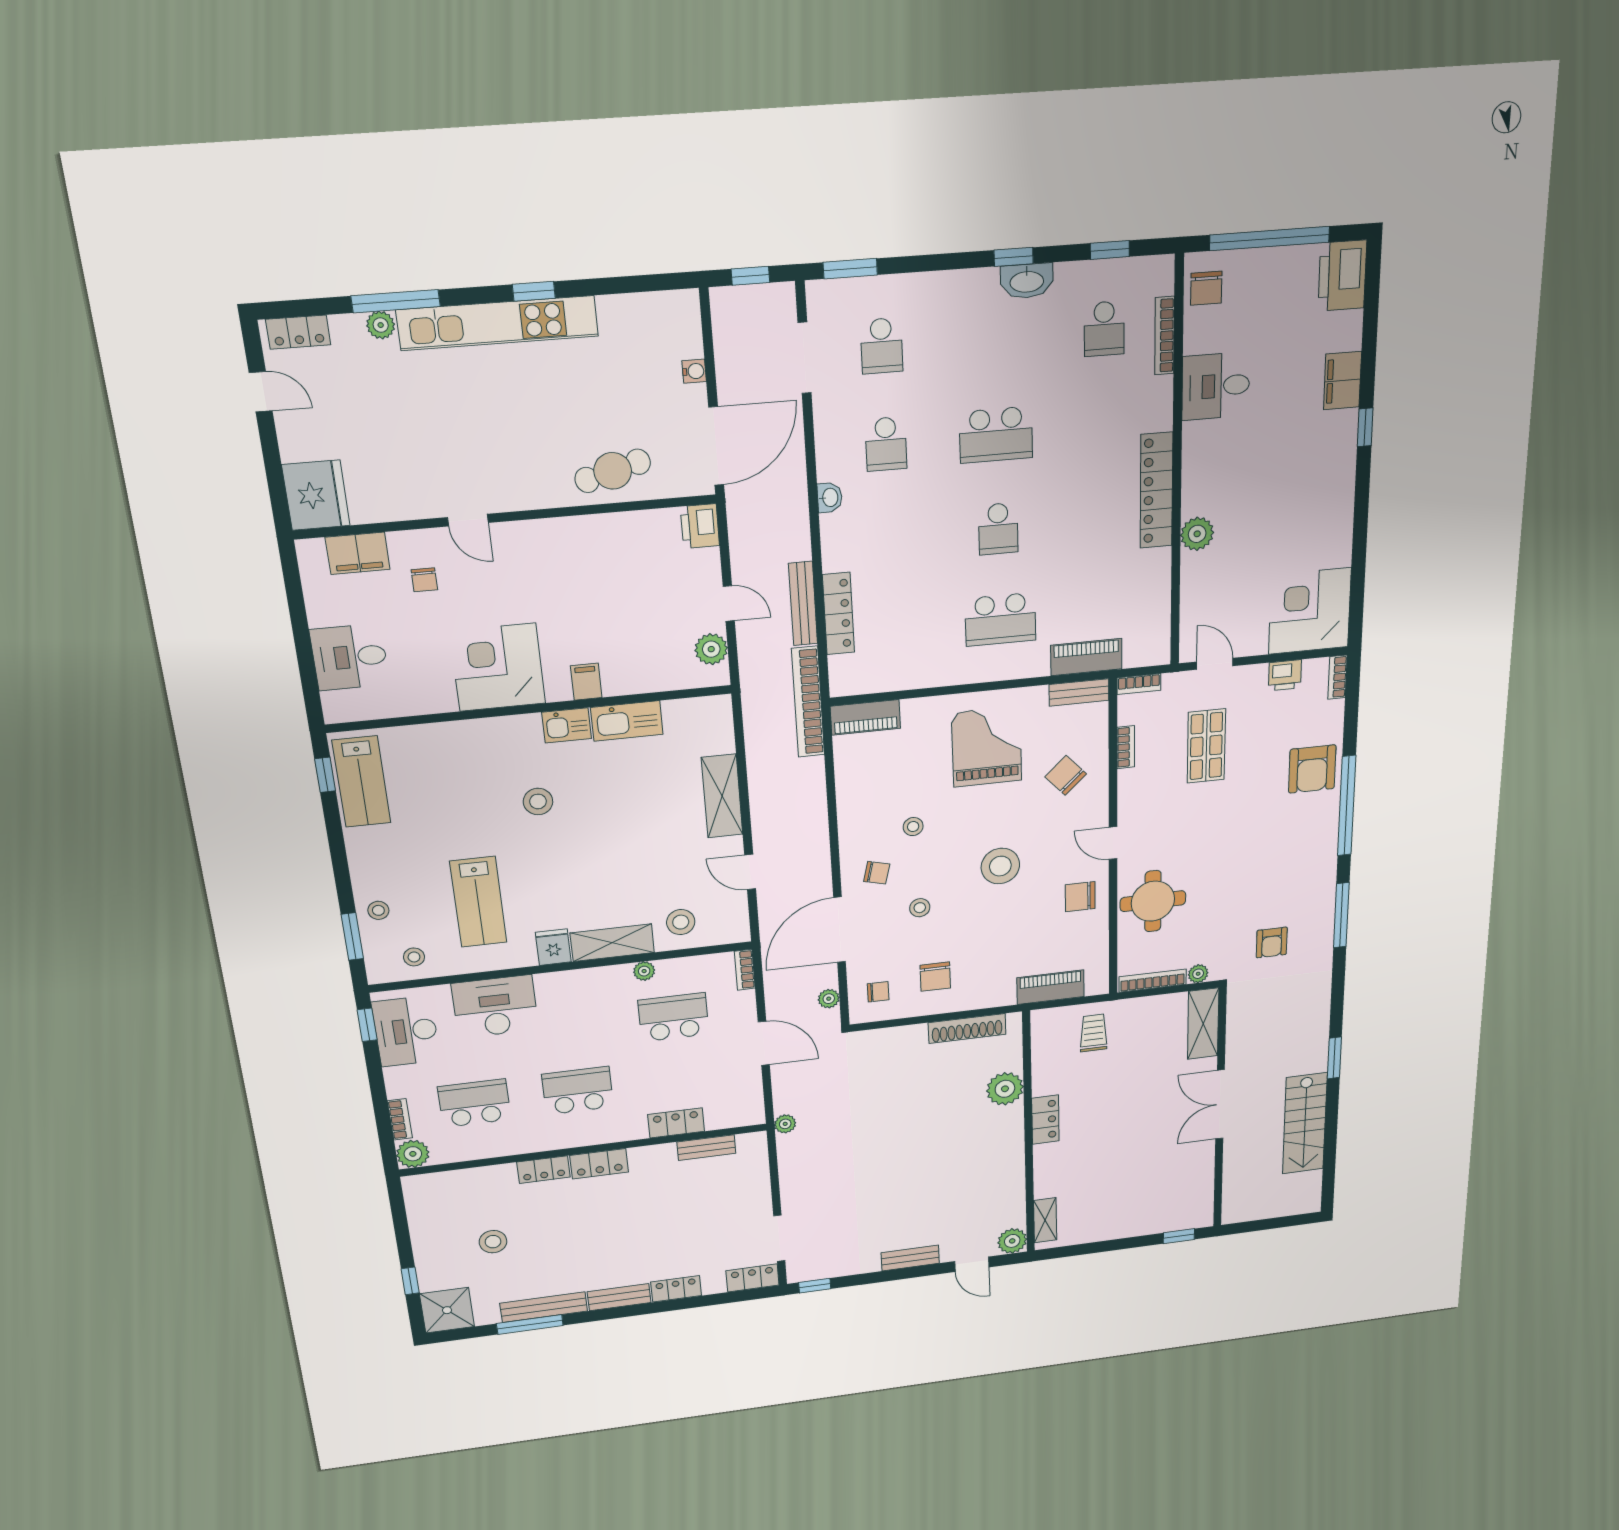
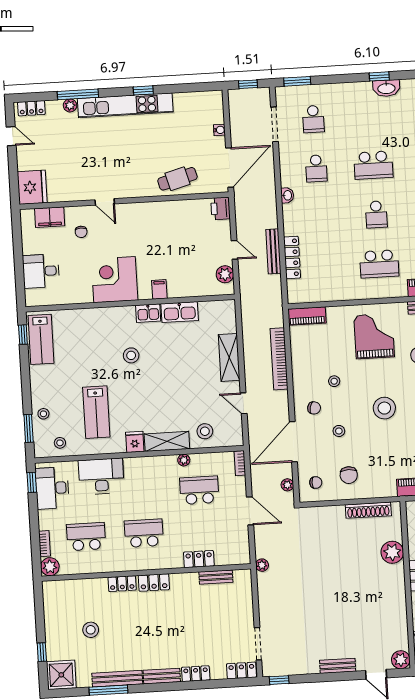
bookcase: (808, 702) -> (279, 359), moved

